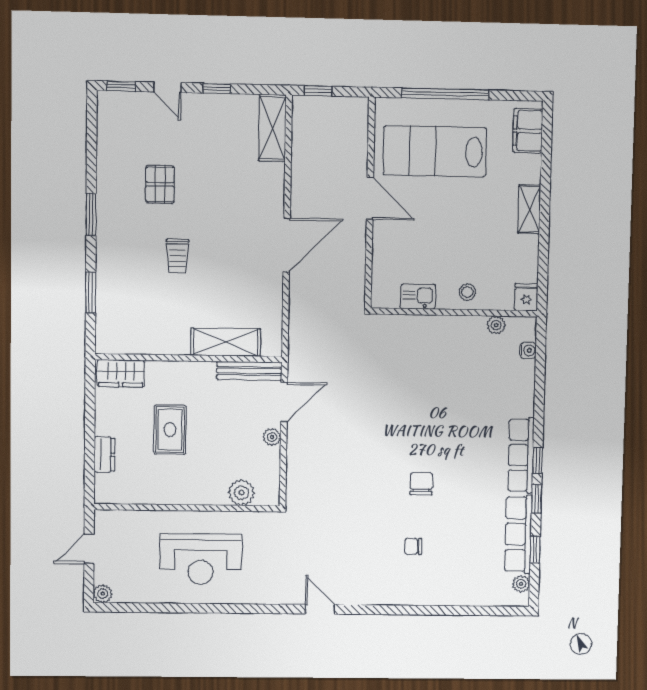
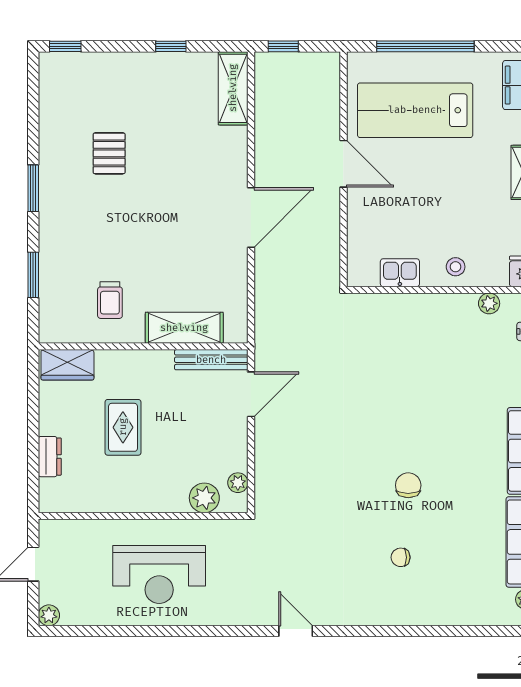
door: (167, 87) -> (116, 46), removed
trolley: (177, 256) -> (110, 300), moved
plant: (272, 437) -> (238, 483), moved

